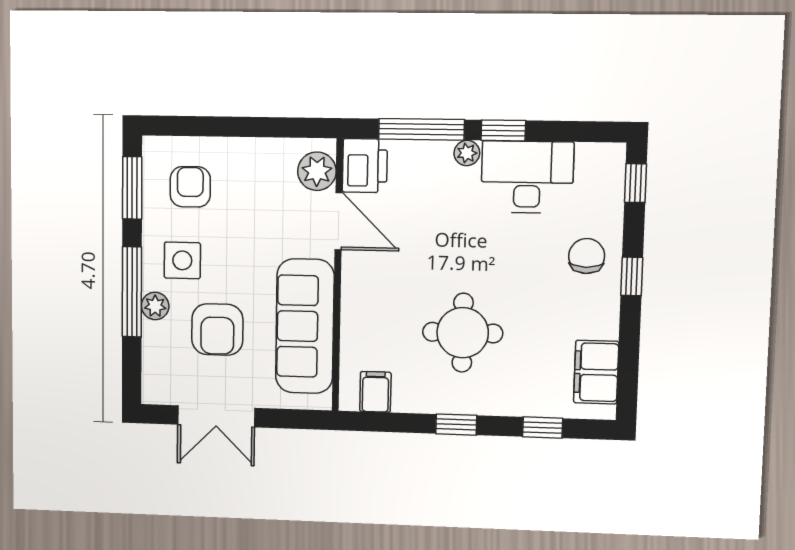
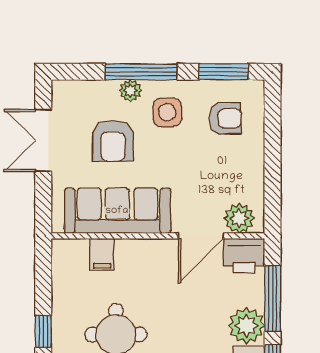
plant: (467, 153) -> (246, 326), width x1.87, depth x1.87
armchair: (217, 329) -> (113, 141), turned -90
filing cabinet: (375, 392) -> (102, 255), moved, turned 90

